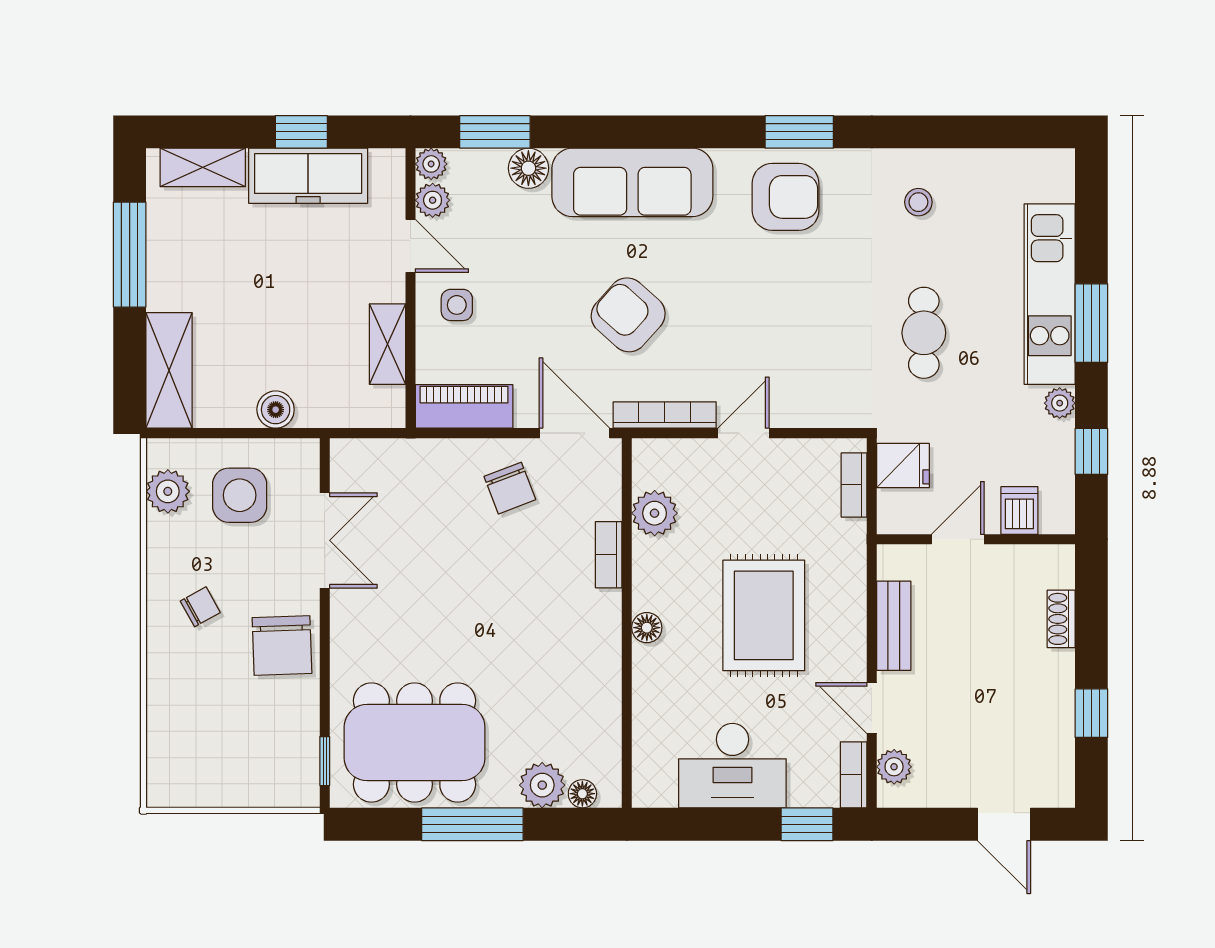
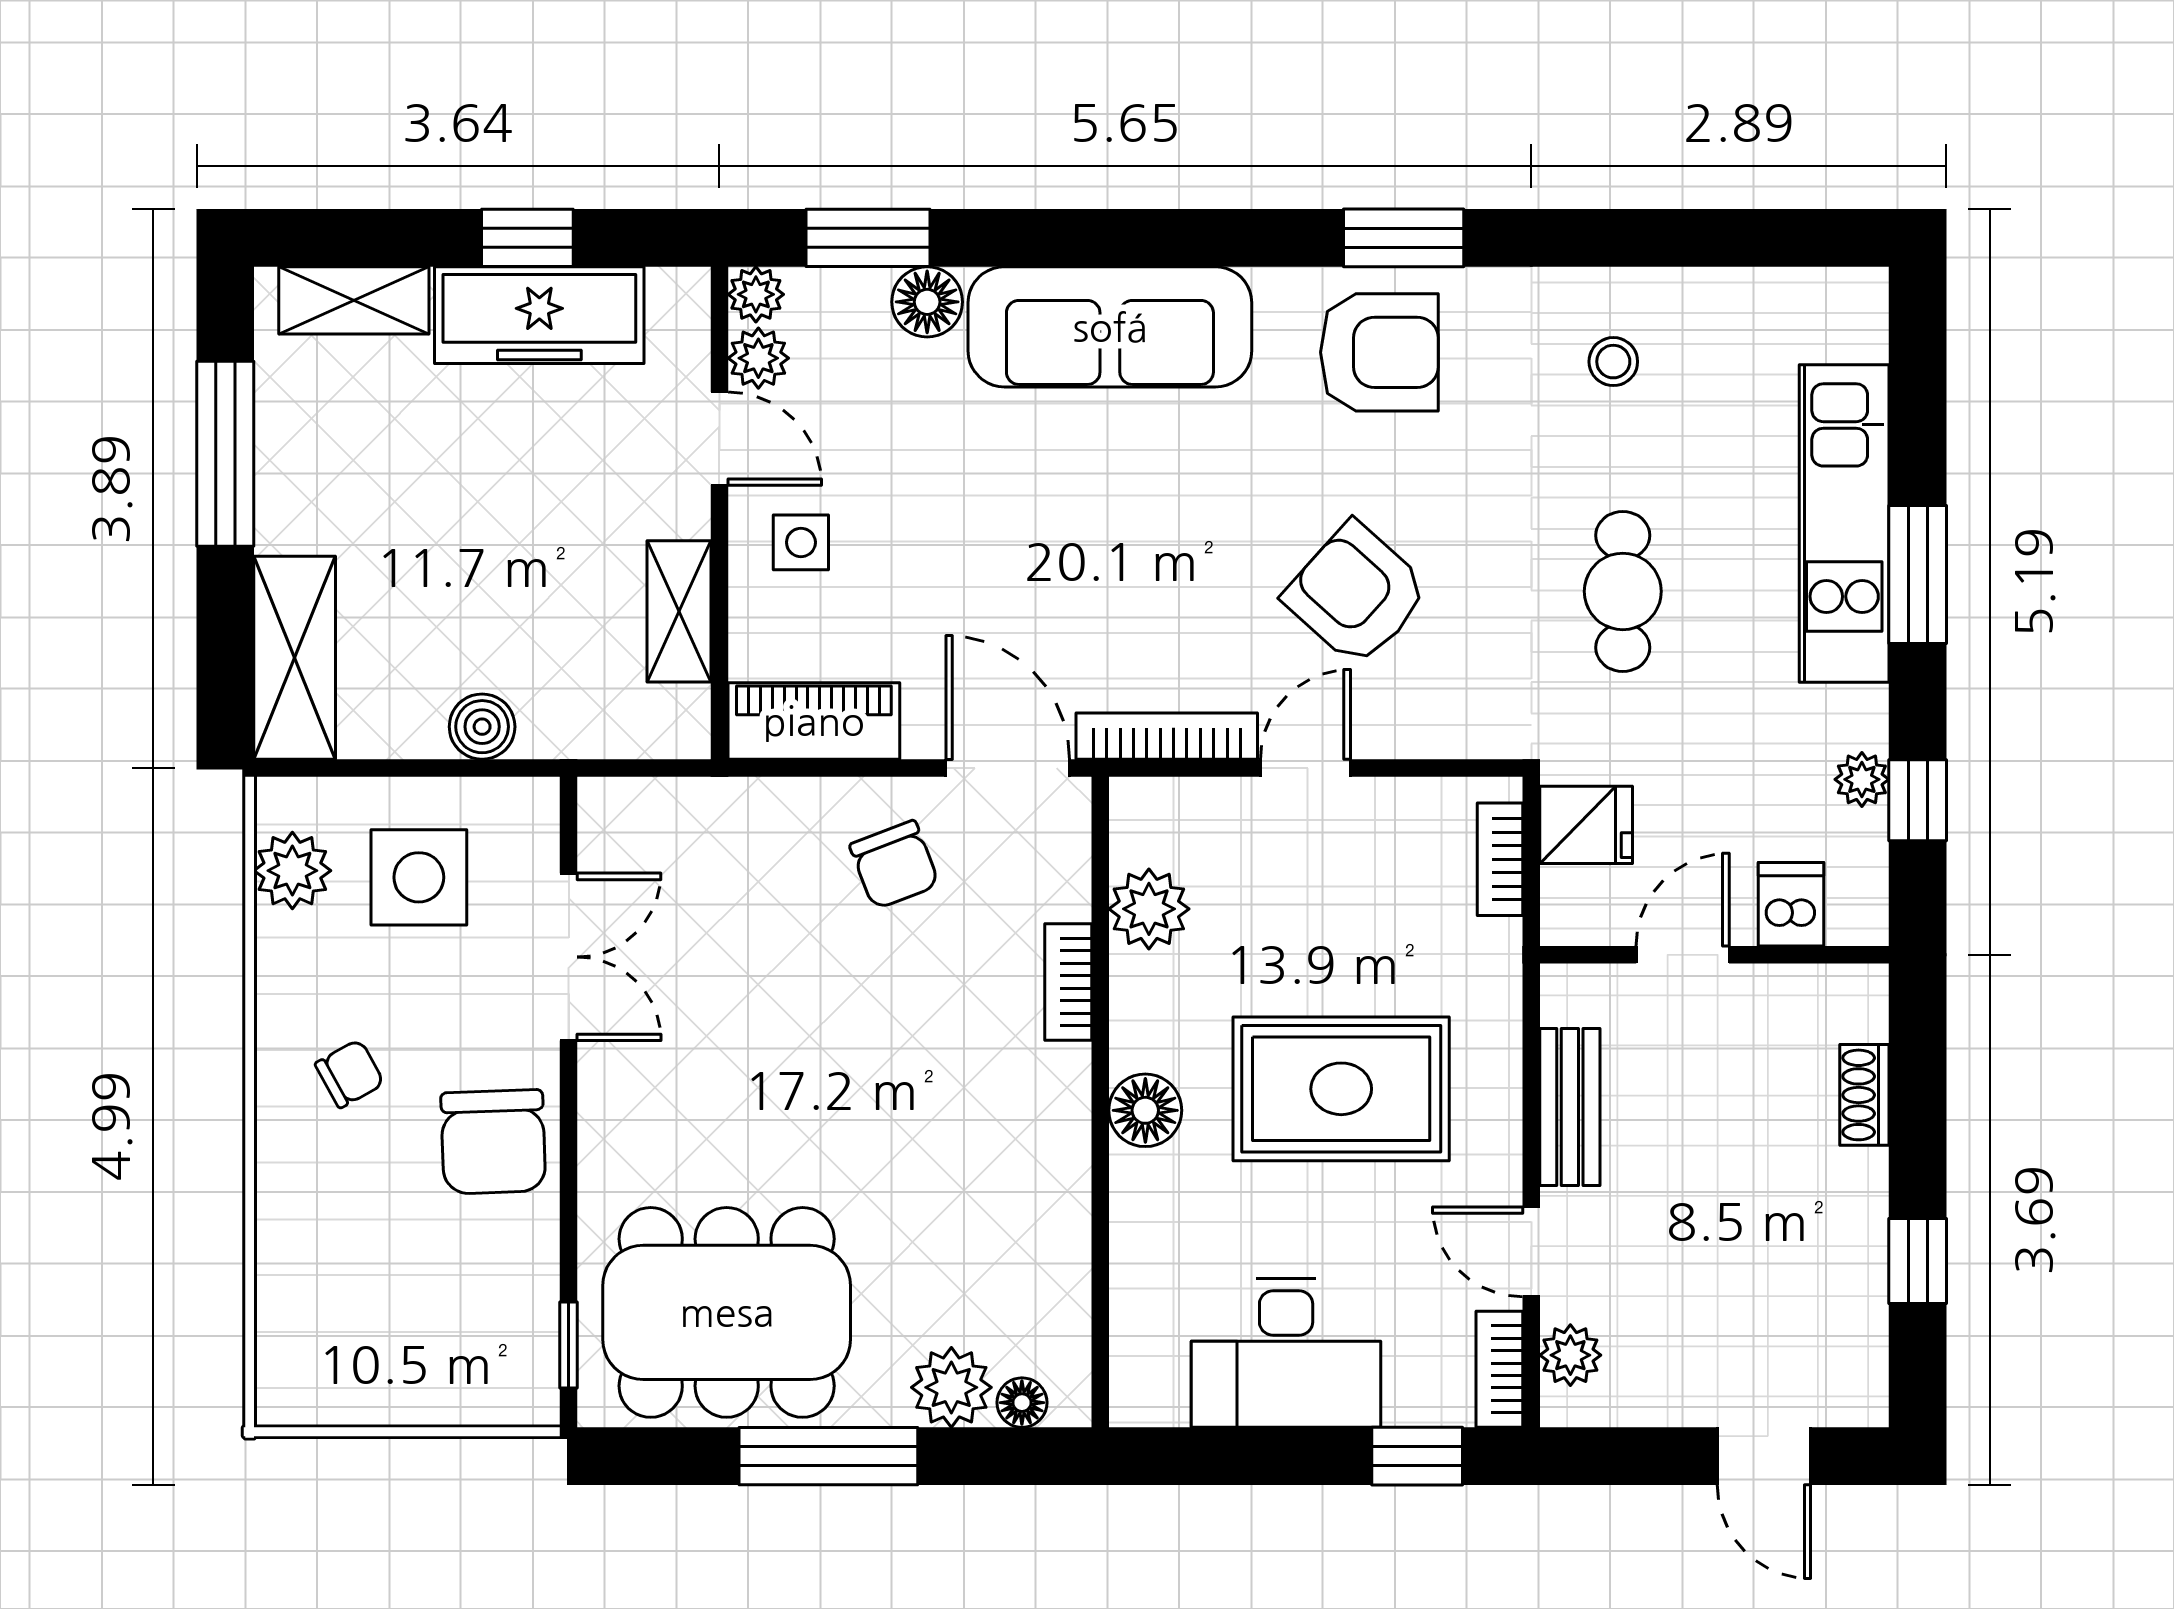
armchair: (628, 315) -> (1356, 594), moved
plant: (1060, 403) -> (1862, 779), moved
rug: (764, 615) -> (1341, 1089), turned 90
floor lamp: (647, 628) -> (1145, 1110), width x1.37, depth x1.37

